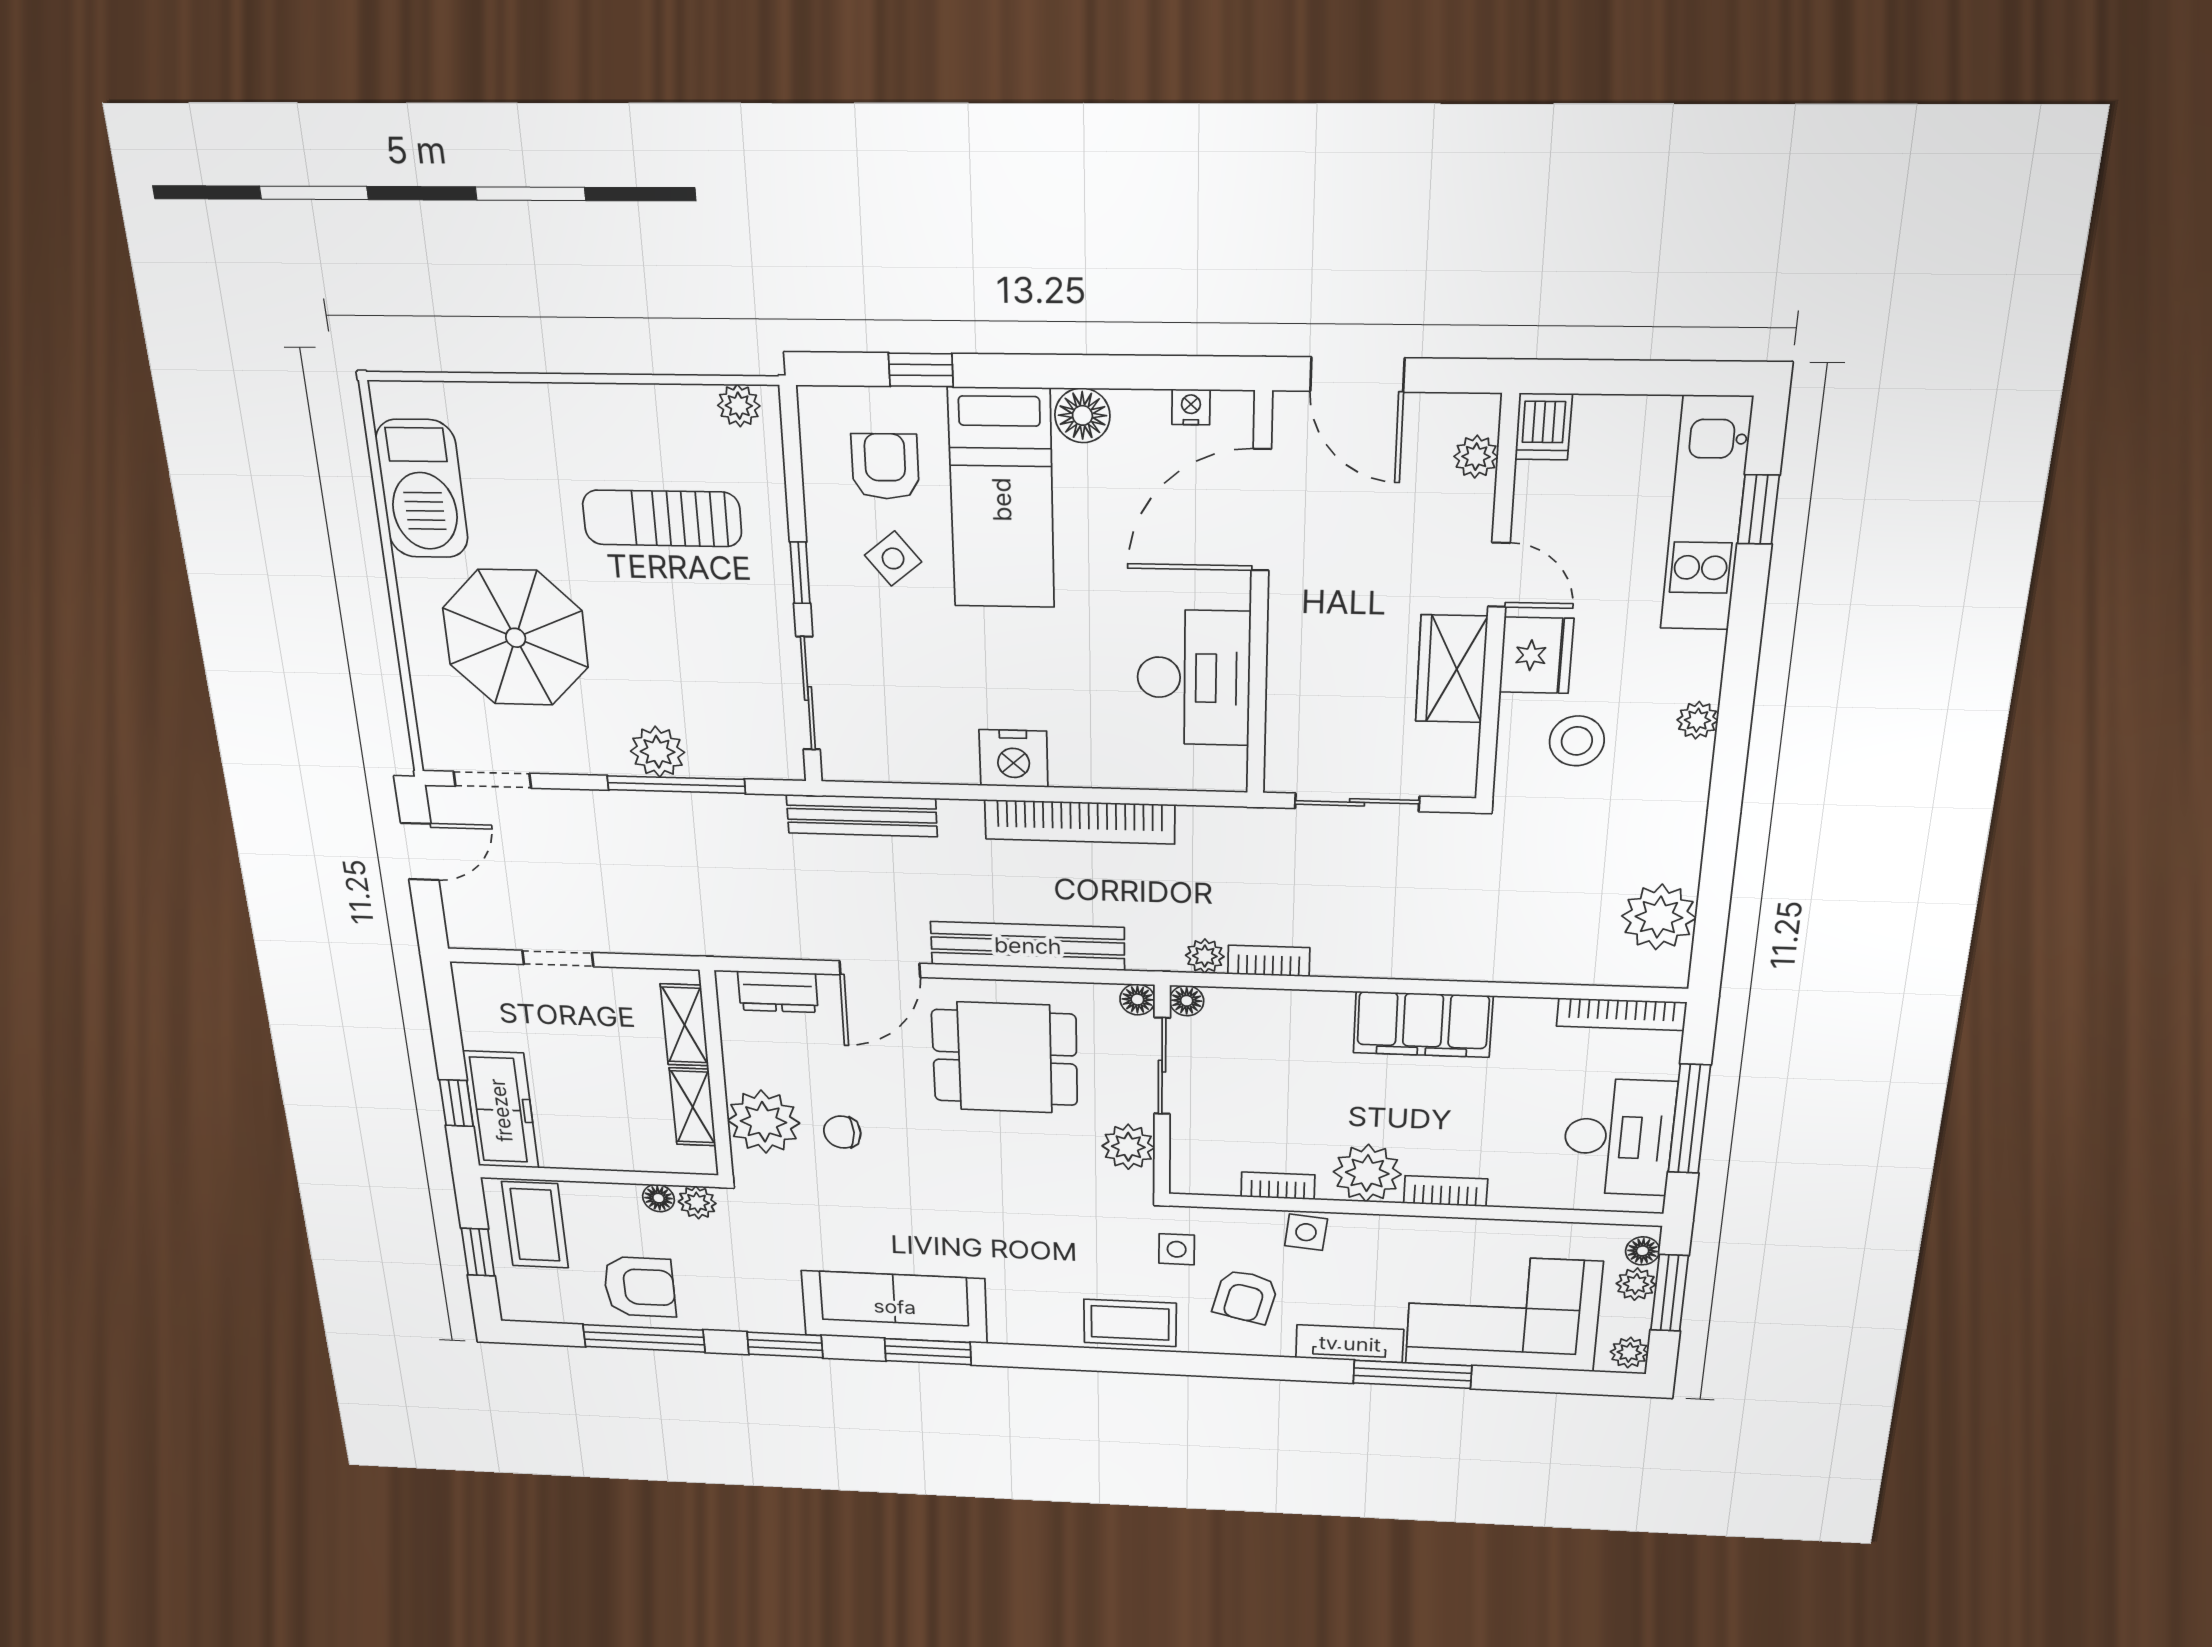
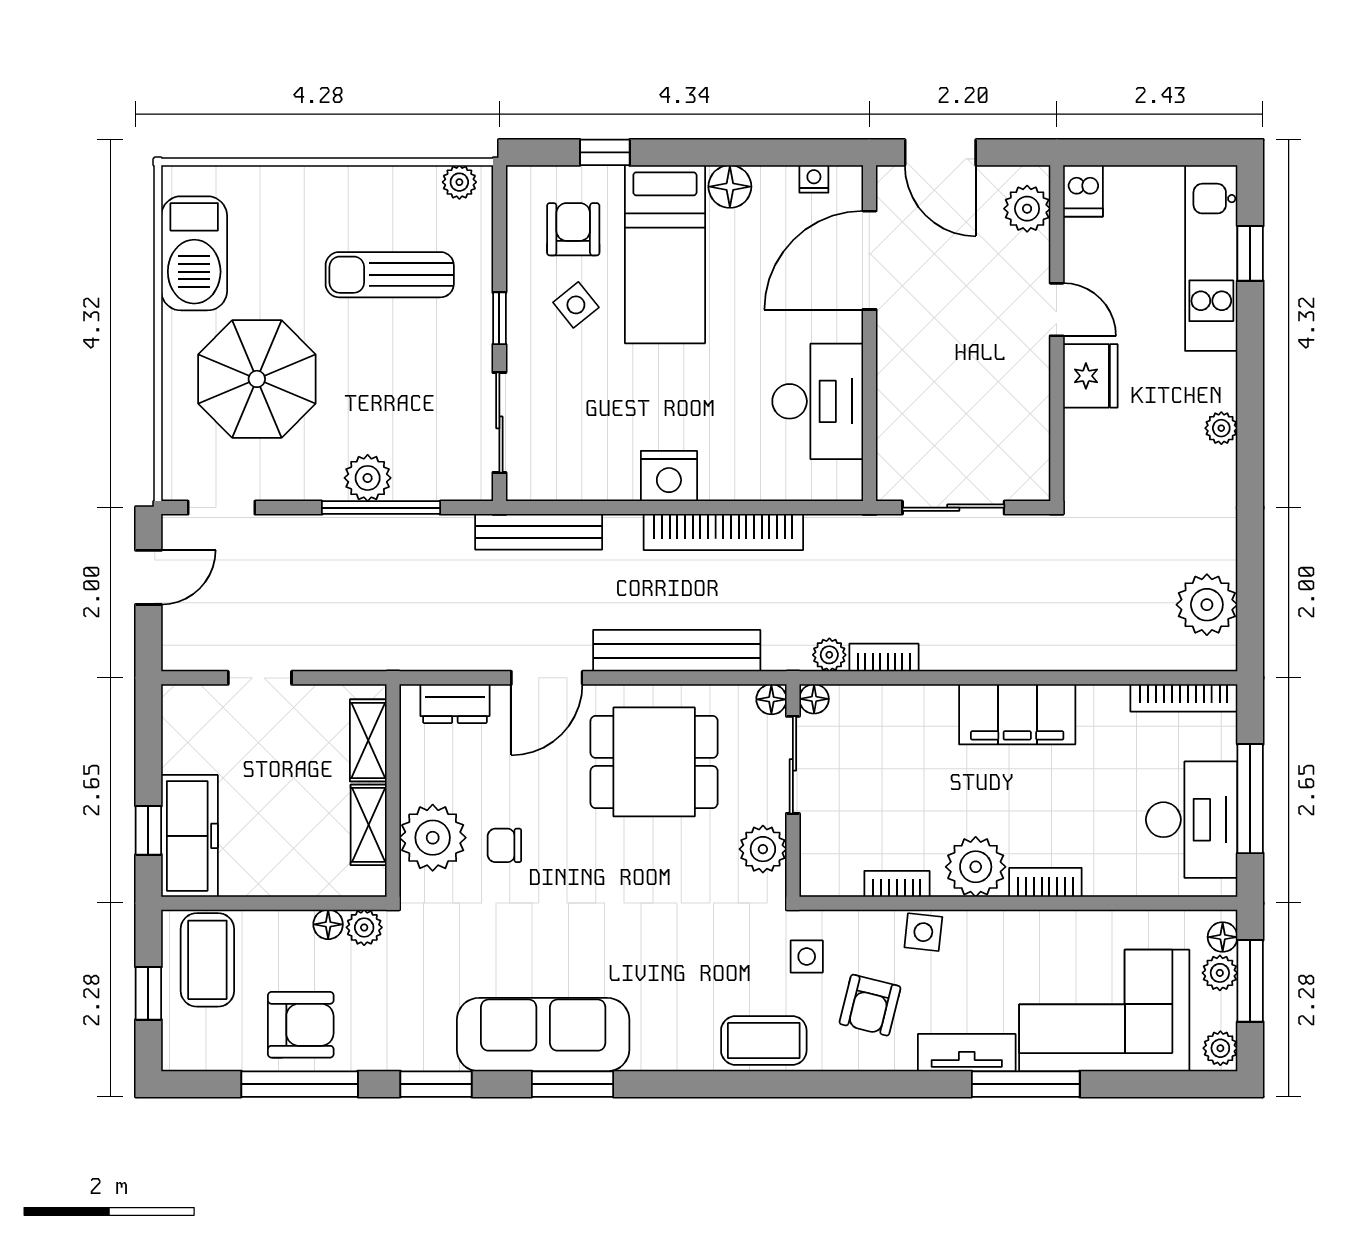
plant: (1476, 457) -> (1027, 209), width x1.38, depth x1.38
wardrobe: (1451, 669) -> (1024, 389), removed
stool: (1577, 741) -> (1128, 448), removed

